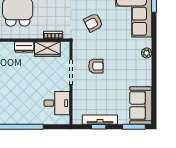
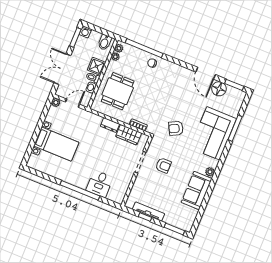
desk: (57, 103) -> (100, 184), moved, turned 90
sofa: (141, 105) -> (197, 191), moved

